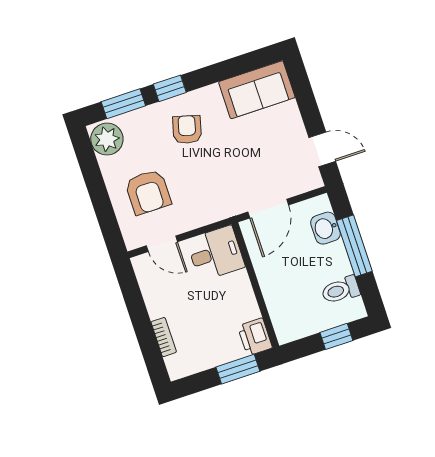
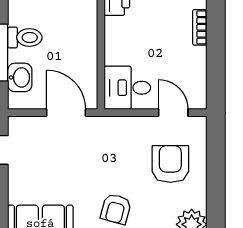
door: (268, 209) -> (66, 113), hinge flipped
toilet: (340, 290) -> (25, 37), moved

